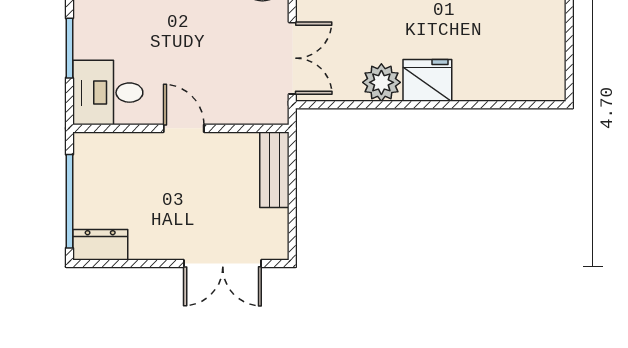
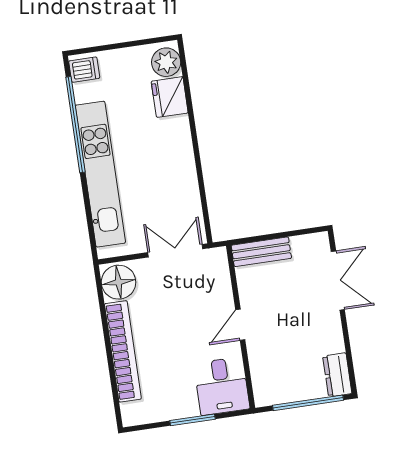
fridge: (427, 80) -> (170, 97), moved
plant: (381, 82) -> (166, 62), moved

